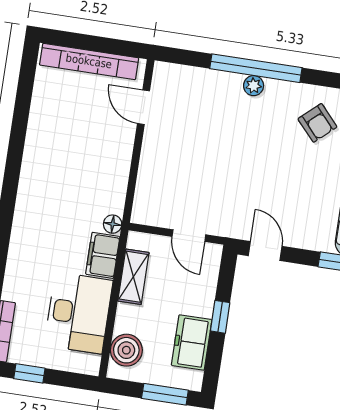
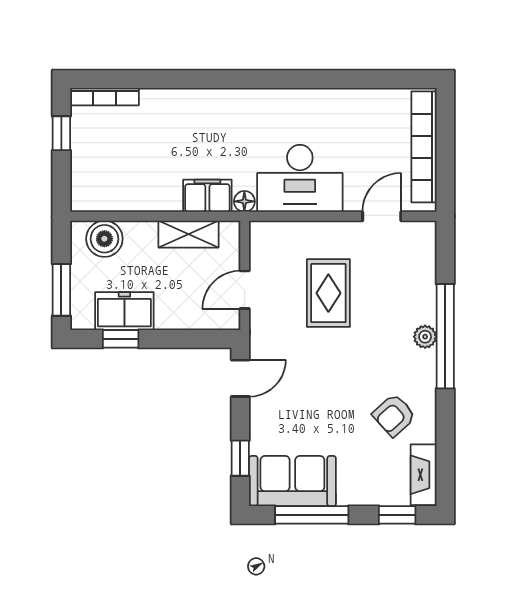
rug: (203, 163) -> (328, 293), added
desk: (79, 313) -> (300, 178), moved
window: (220, 317) -> (121, 339), moved

